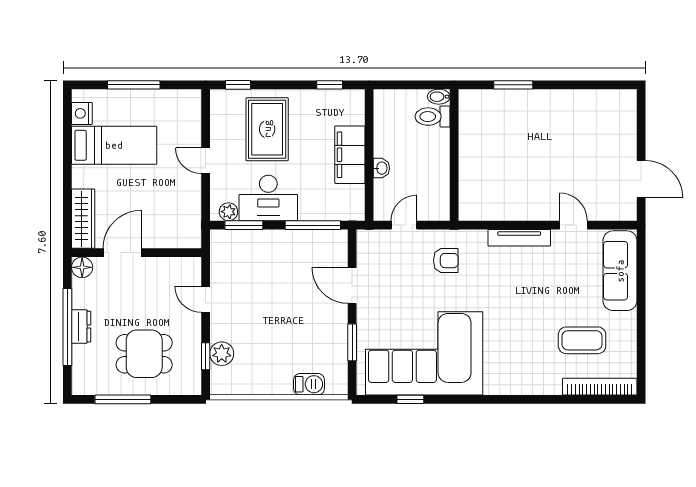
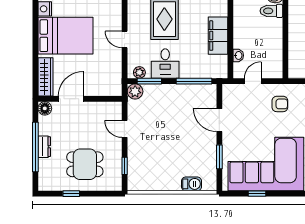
bed: (114, 145) -> (65, 36), width x1.50
washbasin: (381, 168) -> (238, 55), moved
desk: (268, 198) -> (165, 63), width x0.73
plant: (222, 354) -> (135, 91), moved
window: (123, 399) -> (71, 194), width x0.46

